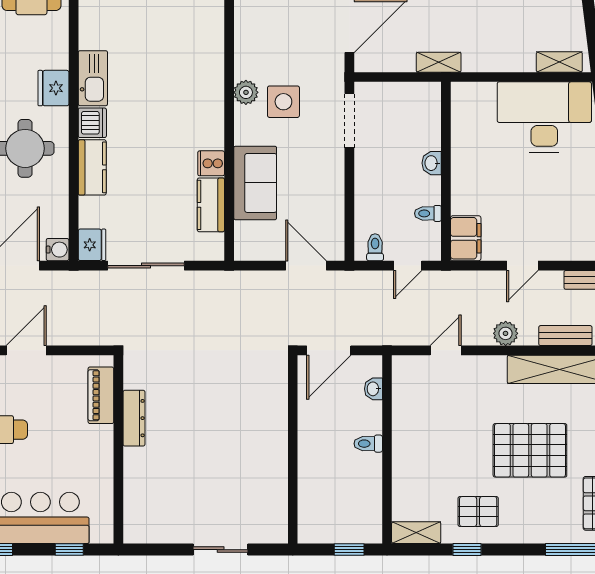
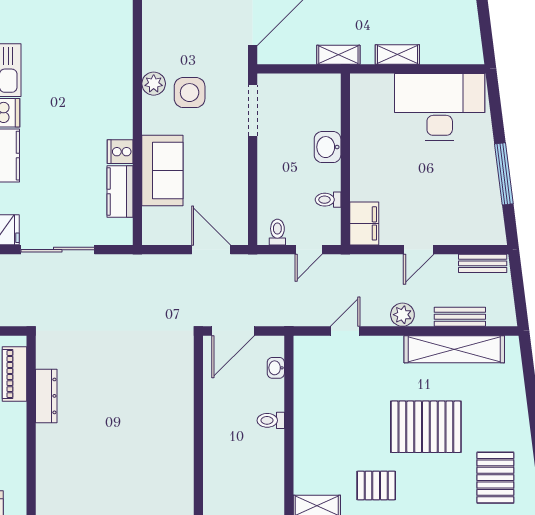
shelving: (559, 62) -> (397, 54), moved
washbasin: (432, 163) -> (328, 147), width x1.38, depth x1.45

